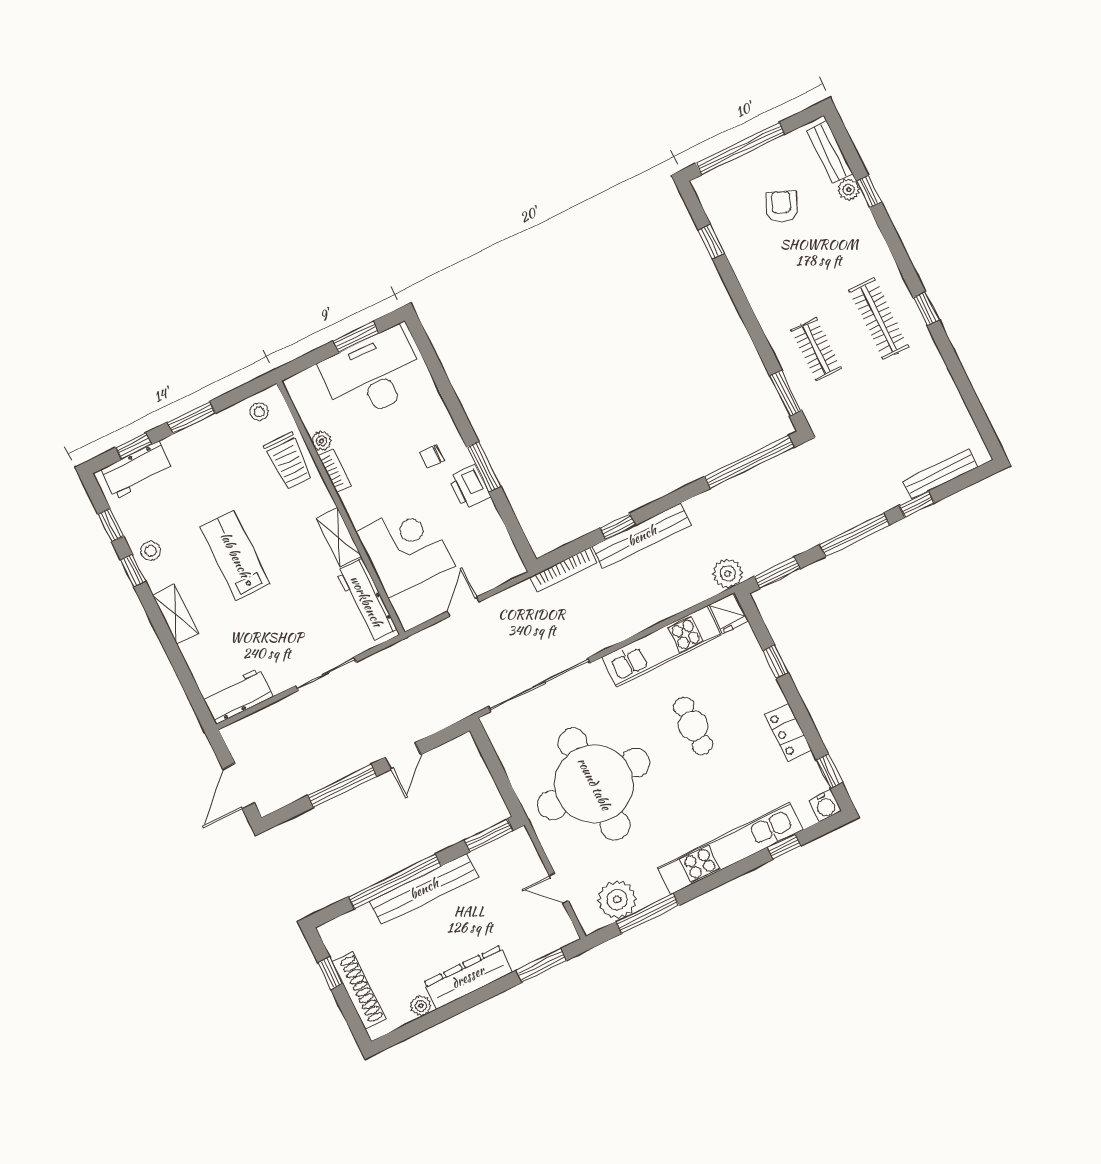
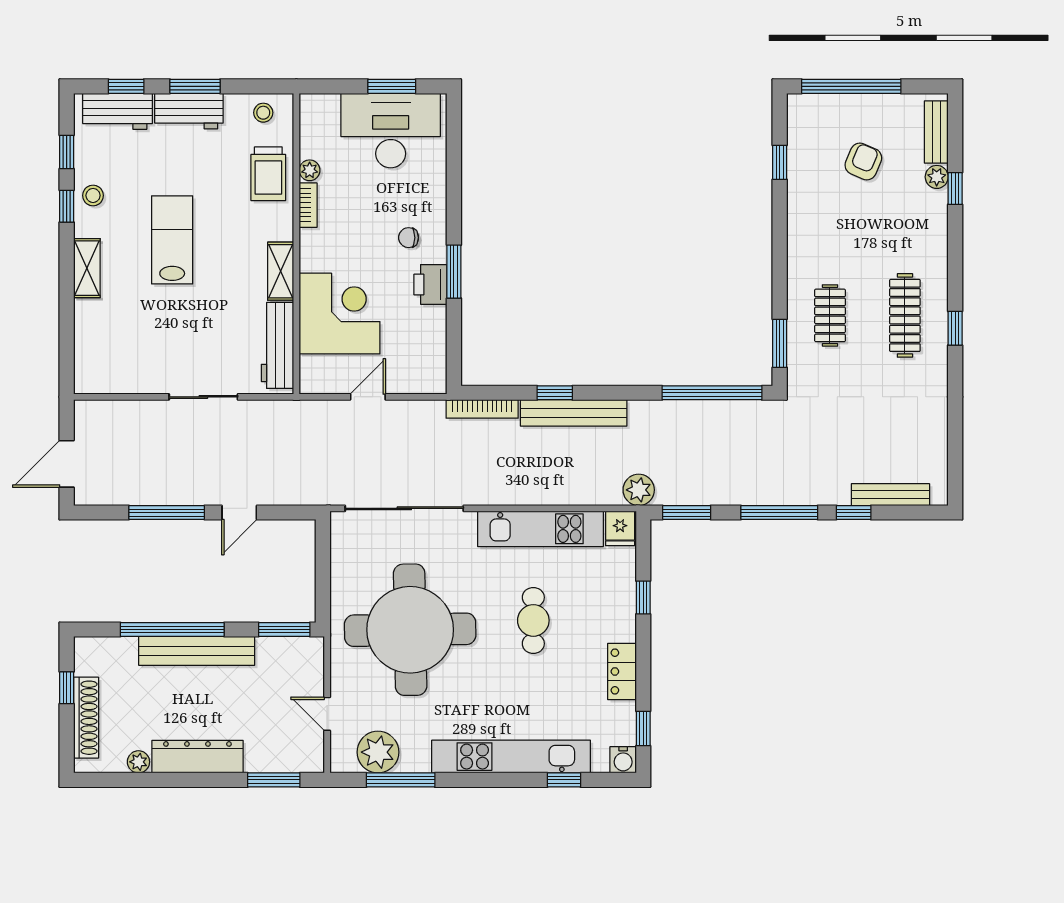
workbench: (237, 696) -> (189, 111), moved, turned 180

